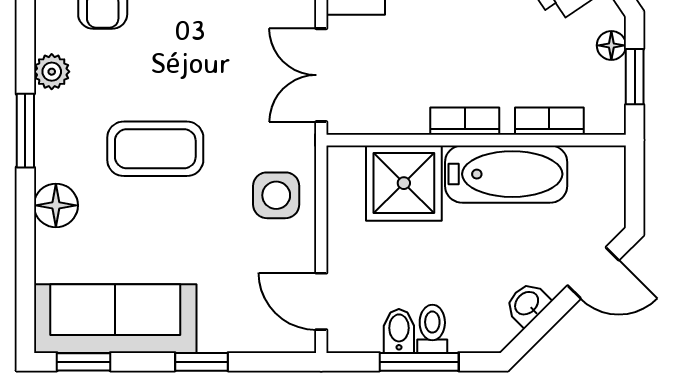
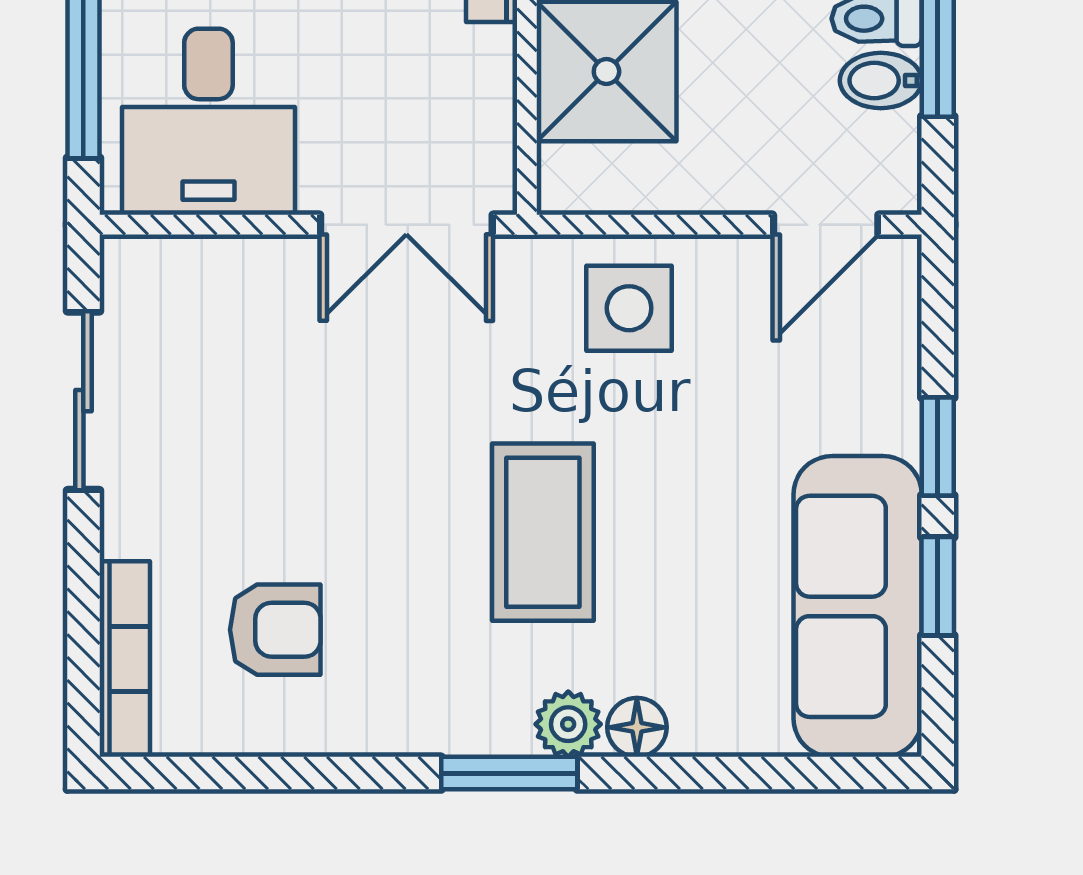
plant: (52, 72) -> (568, 724), moved
floor lamp: (56, 205) -> (637, 727), width x0.73, depth x0.73
window: (84, 362) -> (938, 586), moved

